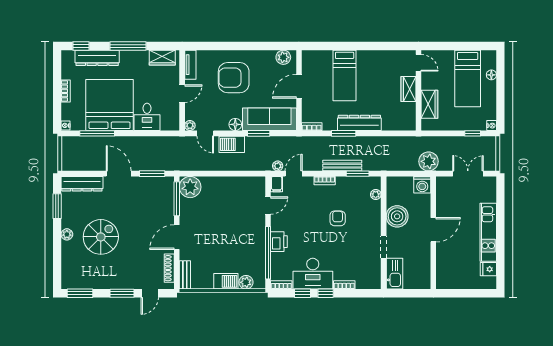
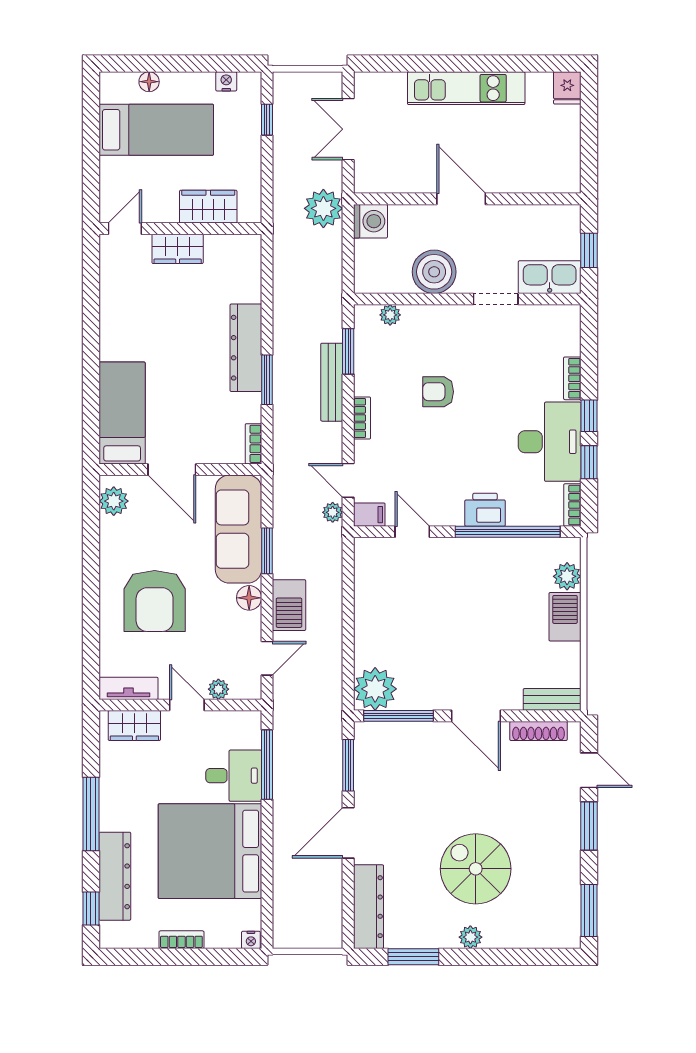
wardrobe: (162, 58) -> (134, 726), moved, turned 90
bed: (345, 75) -> (122, 413), moved, turned -90
plant: (190, 126) -> (218, 689), moved
nightstand: (492, 126) -> (226, 81), moved
window: (97, 133) -> (267, 765), moved
fridge: (488, 269) -> (567, 88), moved
window: (408, 293) -> (589, 250), added

